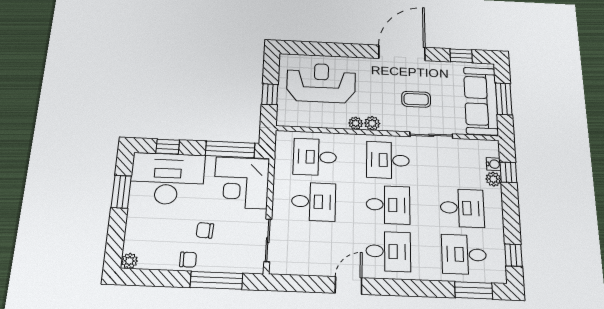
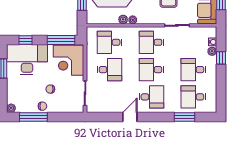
plant: (372, 123) -> (123, 19), moved
window: (508, 172) -> (221, 58), moved
desk: (388, 205) -> (151, 70), turned 180
desk: (462, 208) -> (193, 70), turned 180
window: (514, 255) -> (221, 96), removed
window: (216, 280) -> (33, 117), moved
window: (474, 290) -> (185, 117), moved

